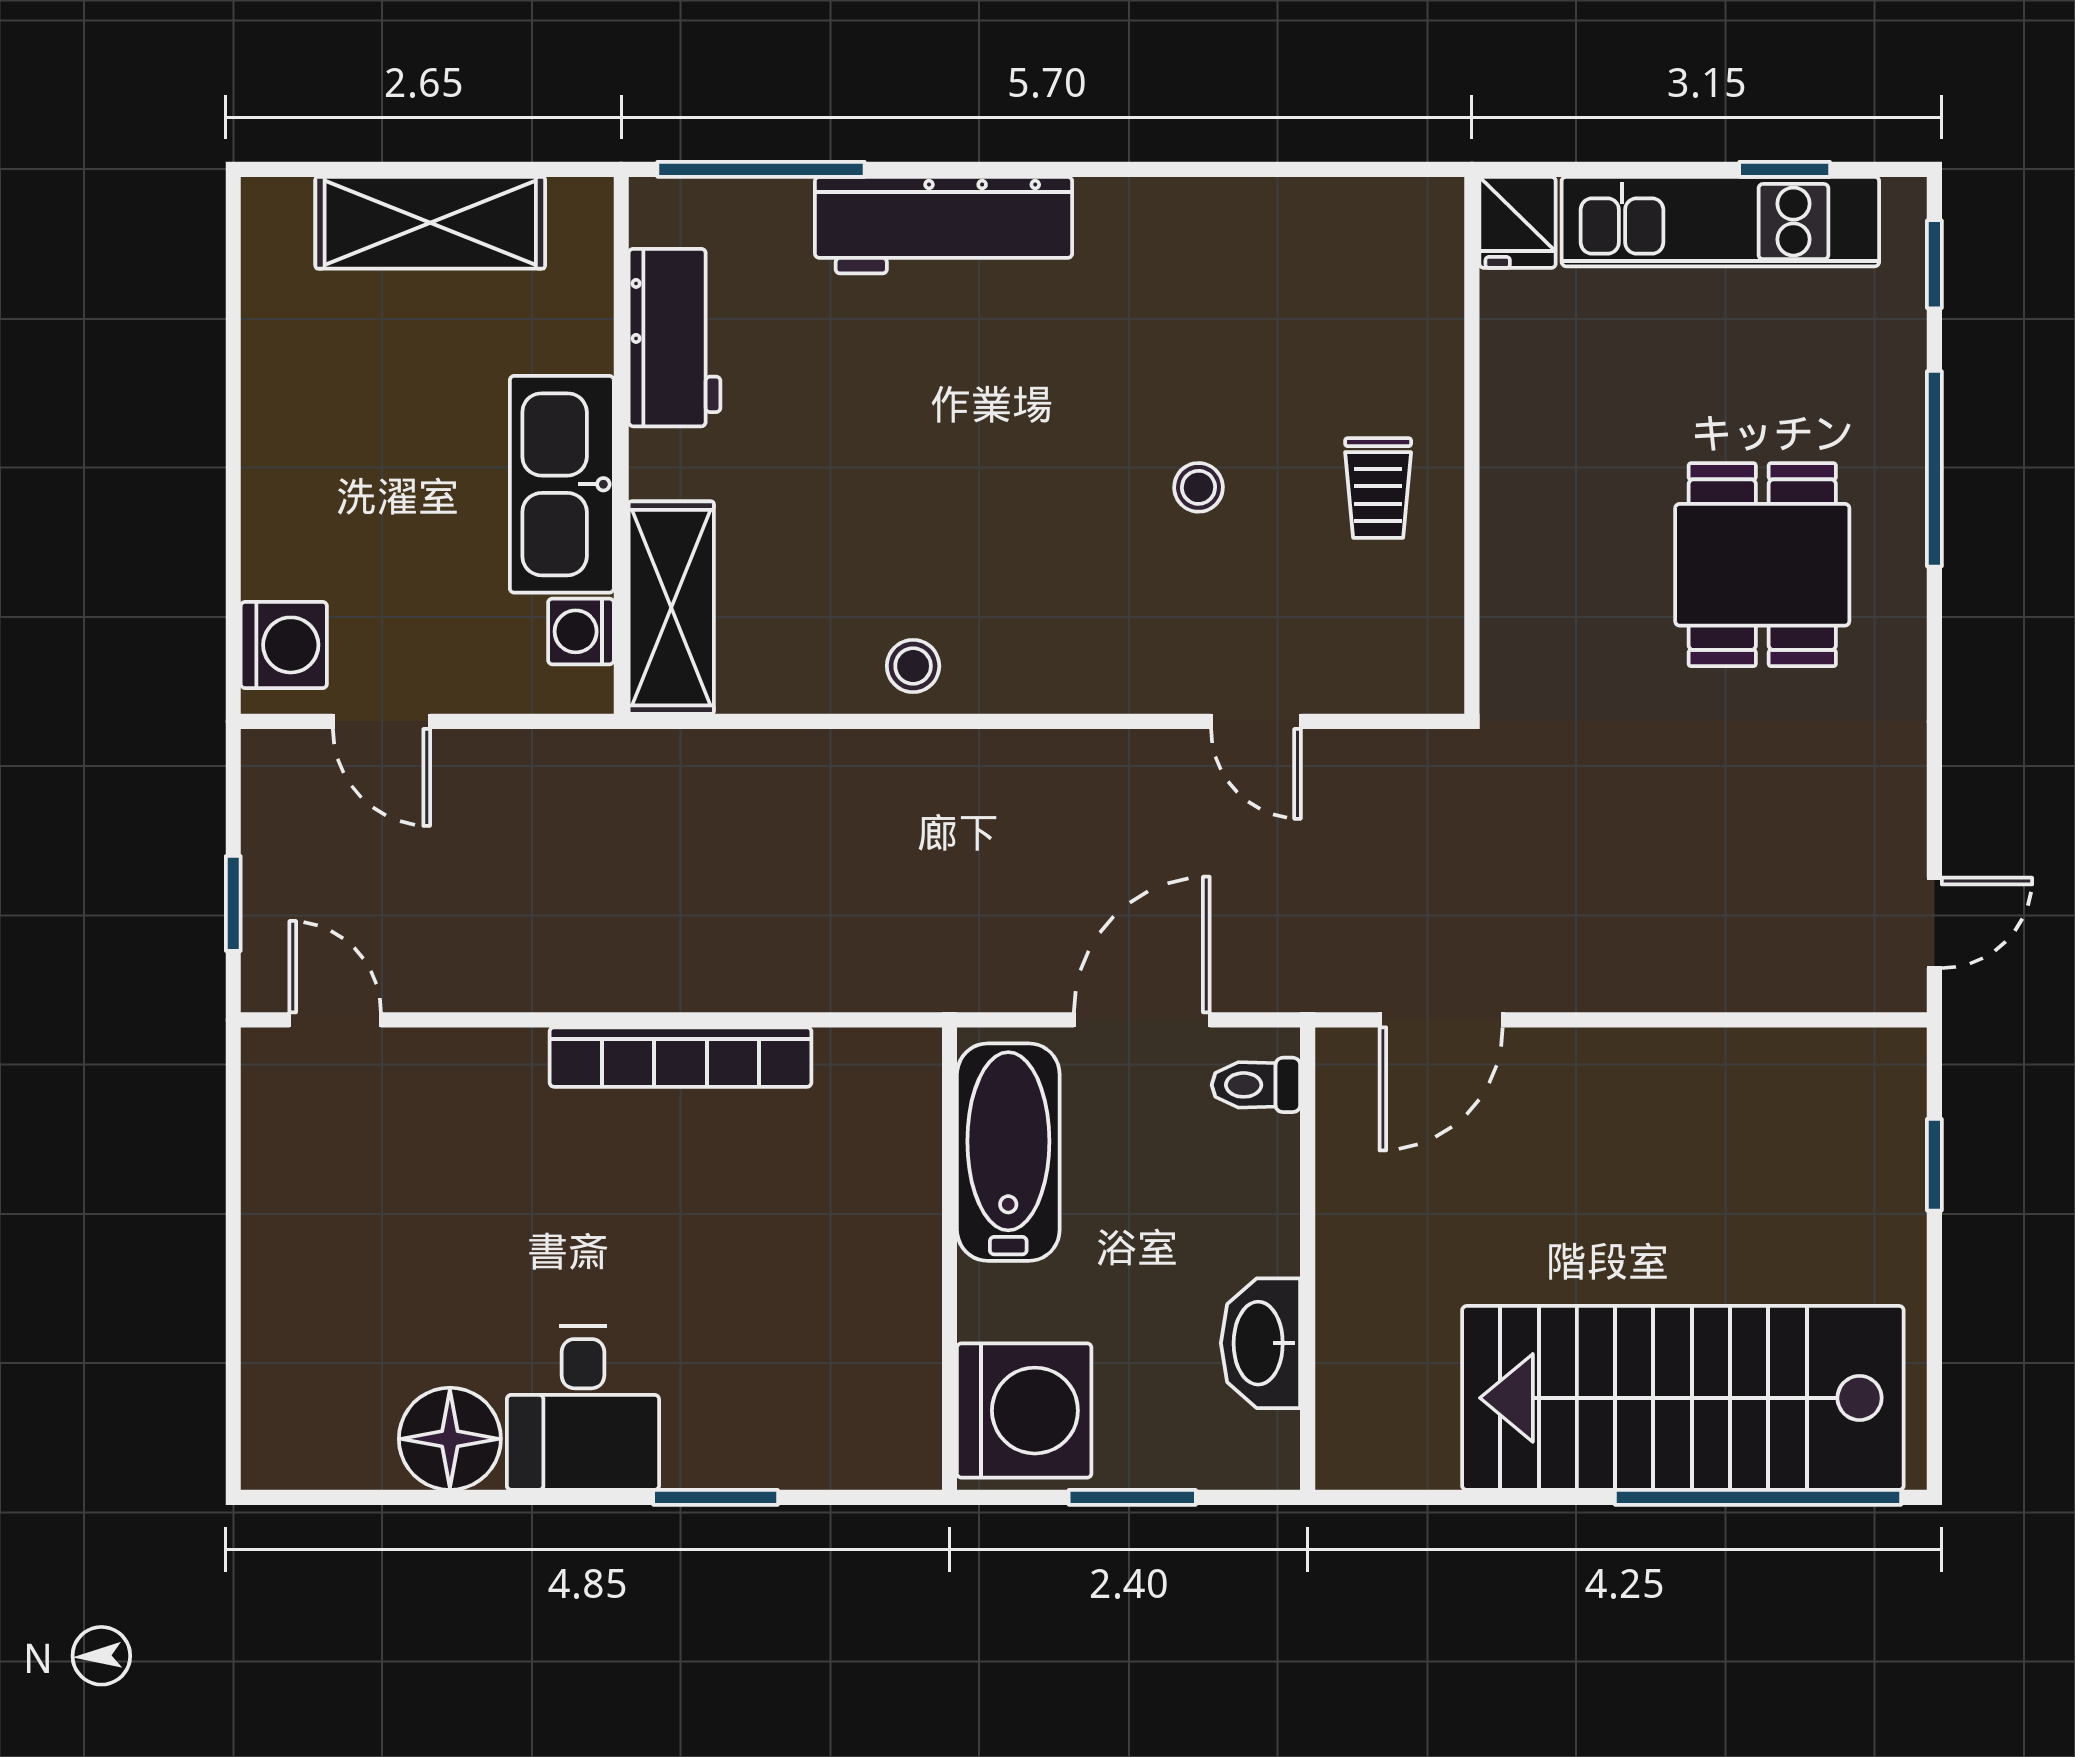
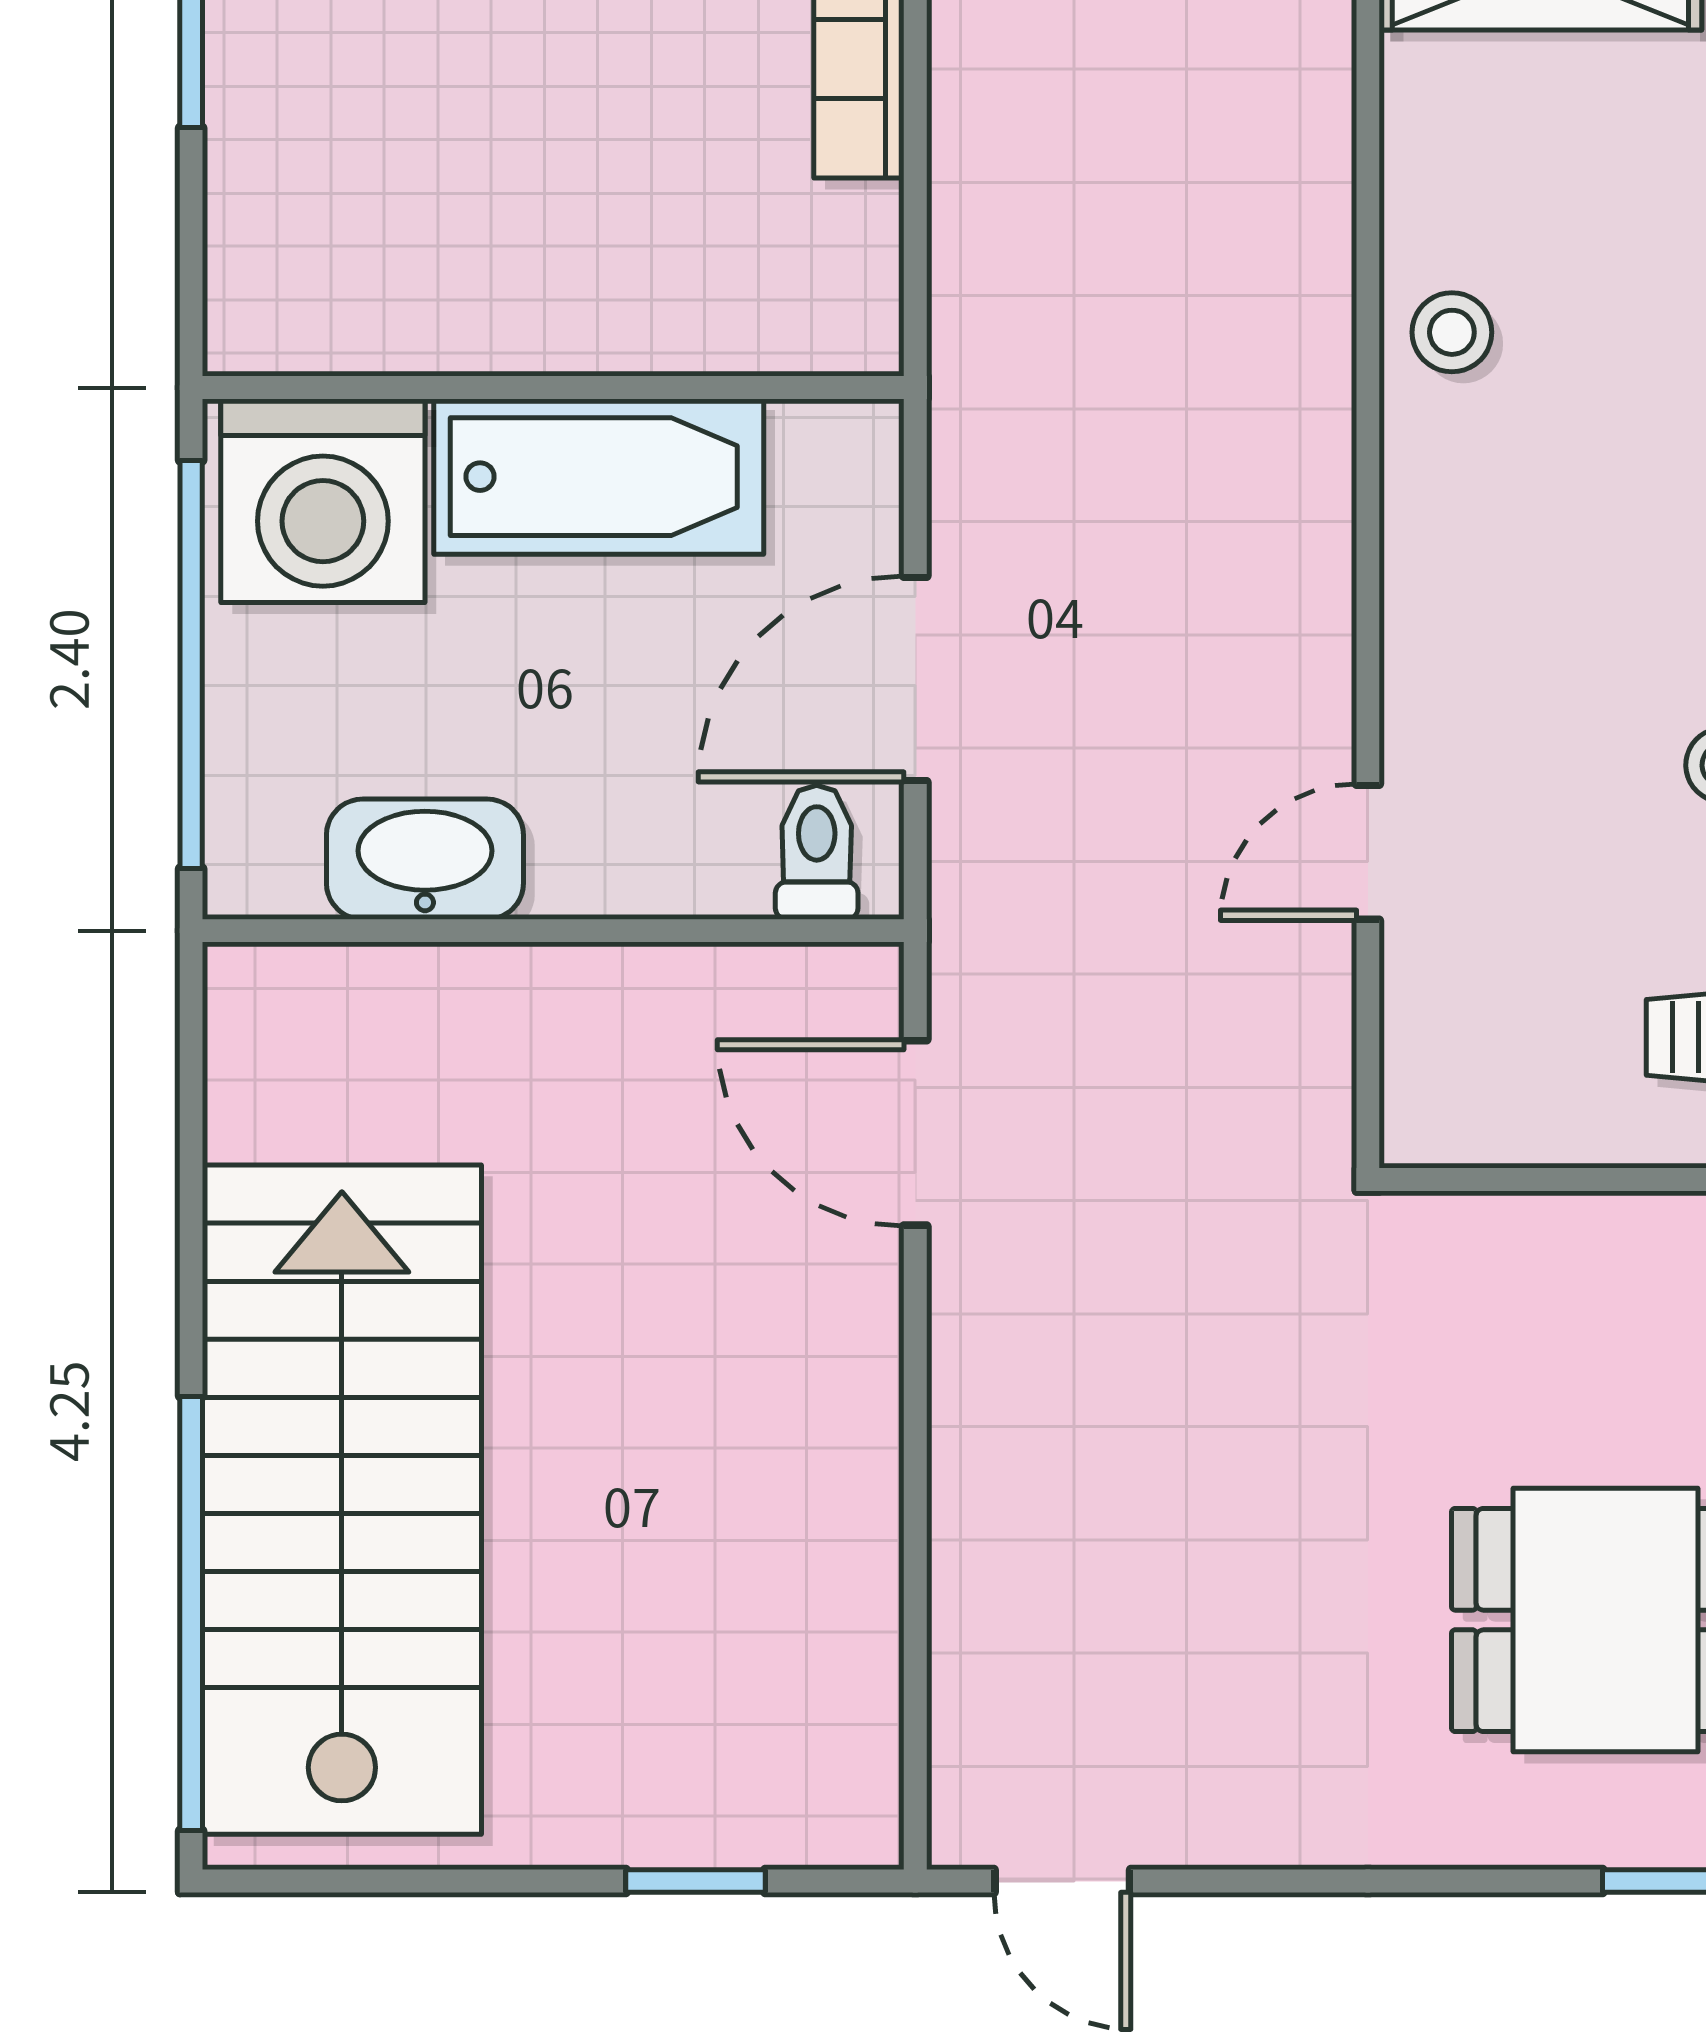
door: (1142, 1020) -> (915, 679), swing flipped
bathtub: (1008, 1152) -> (599, 477), moved
window: (1132, 1497) -> (191, 665), width x2.11

